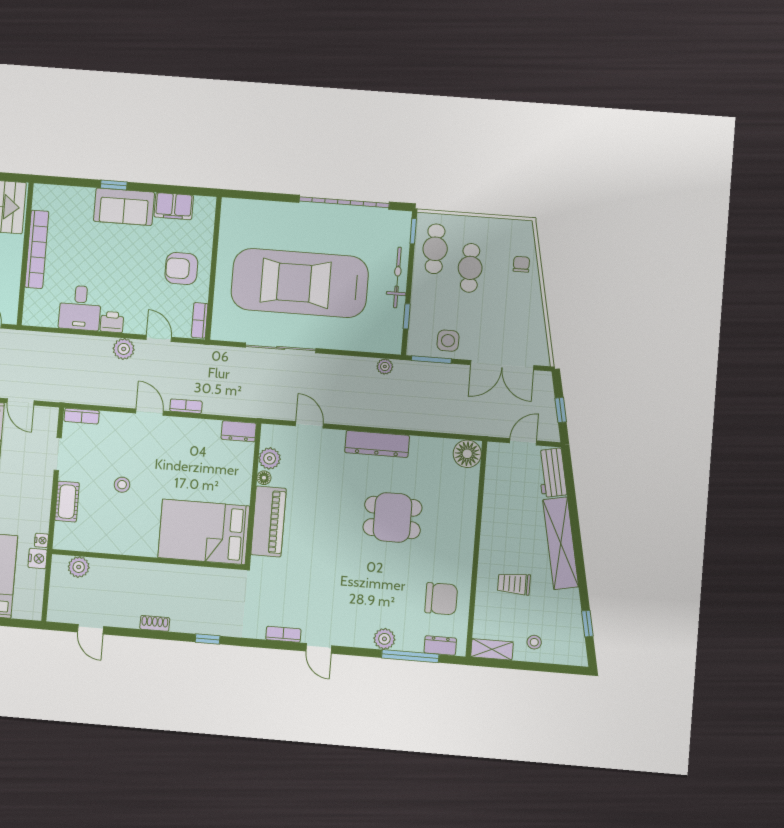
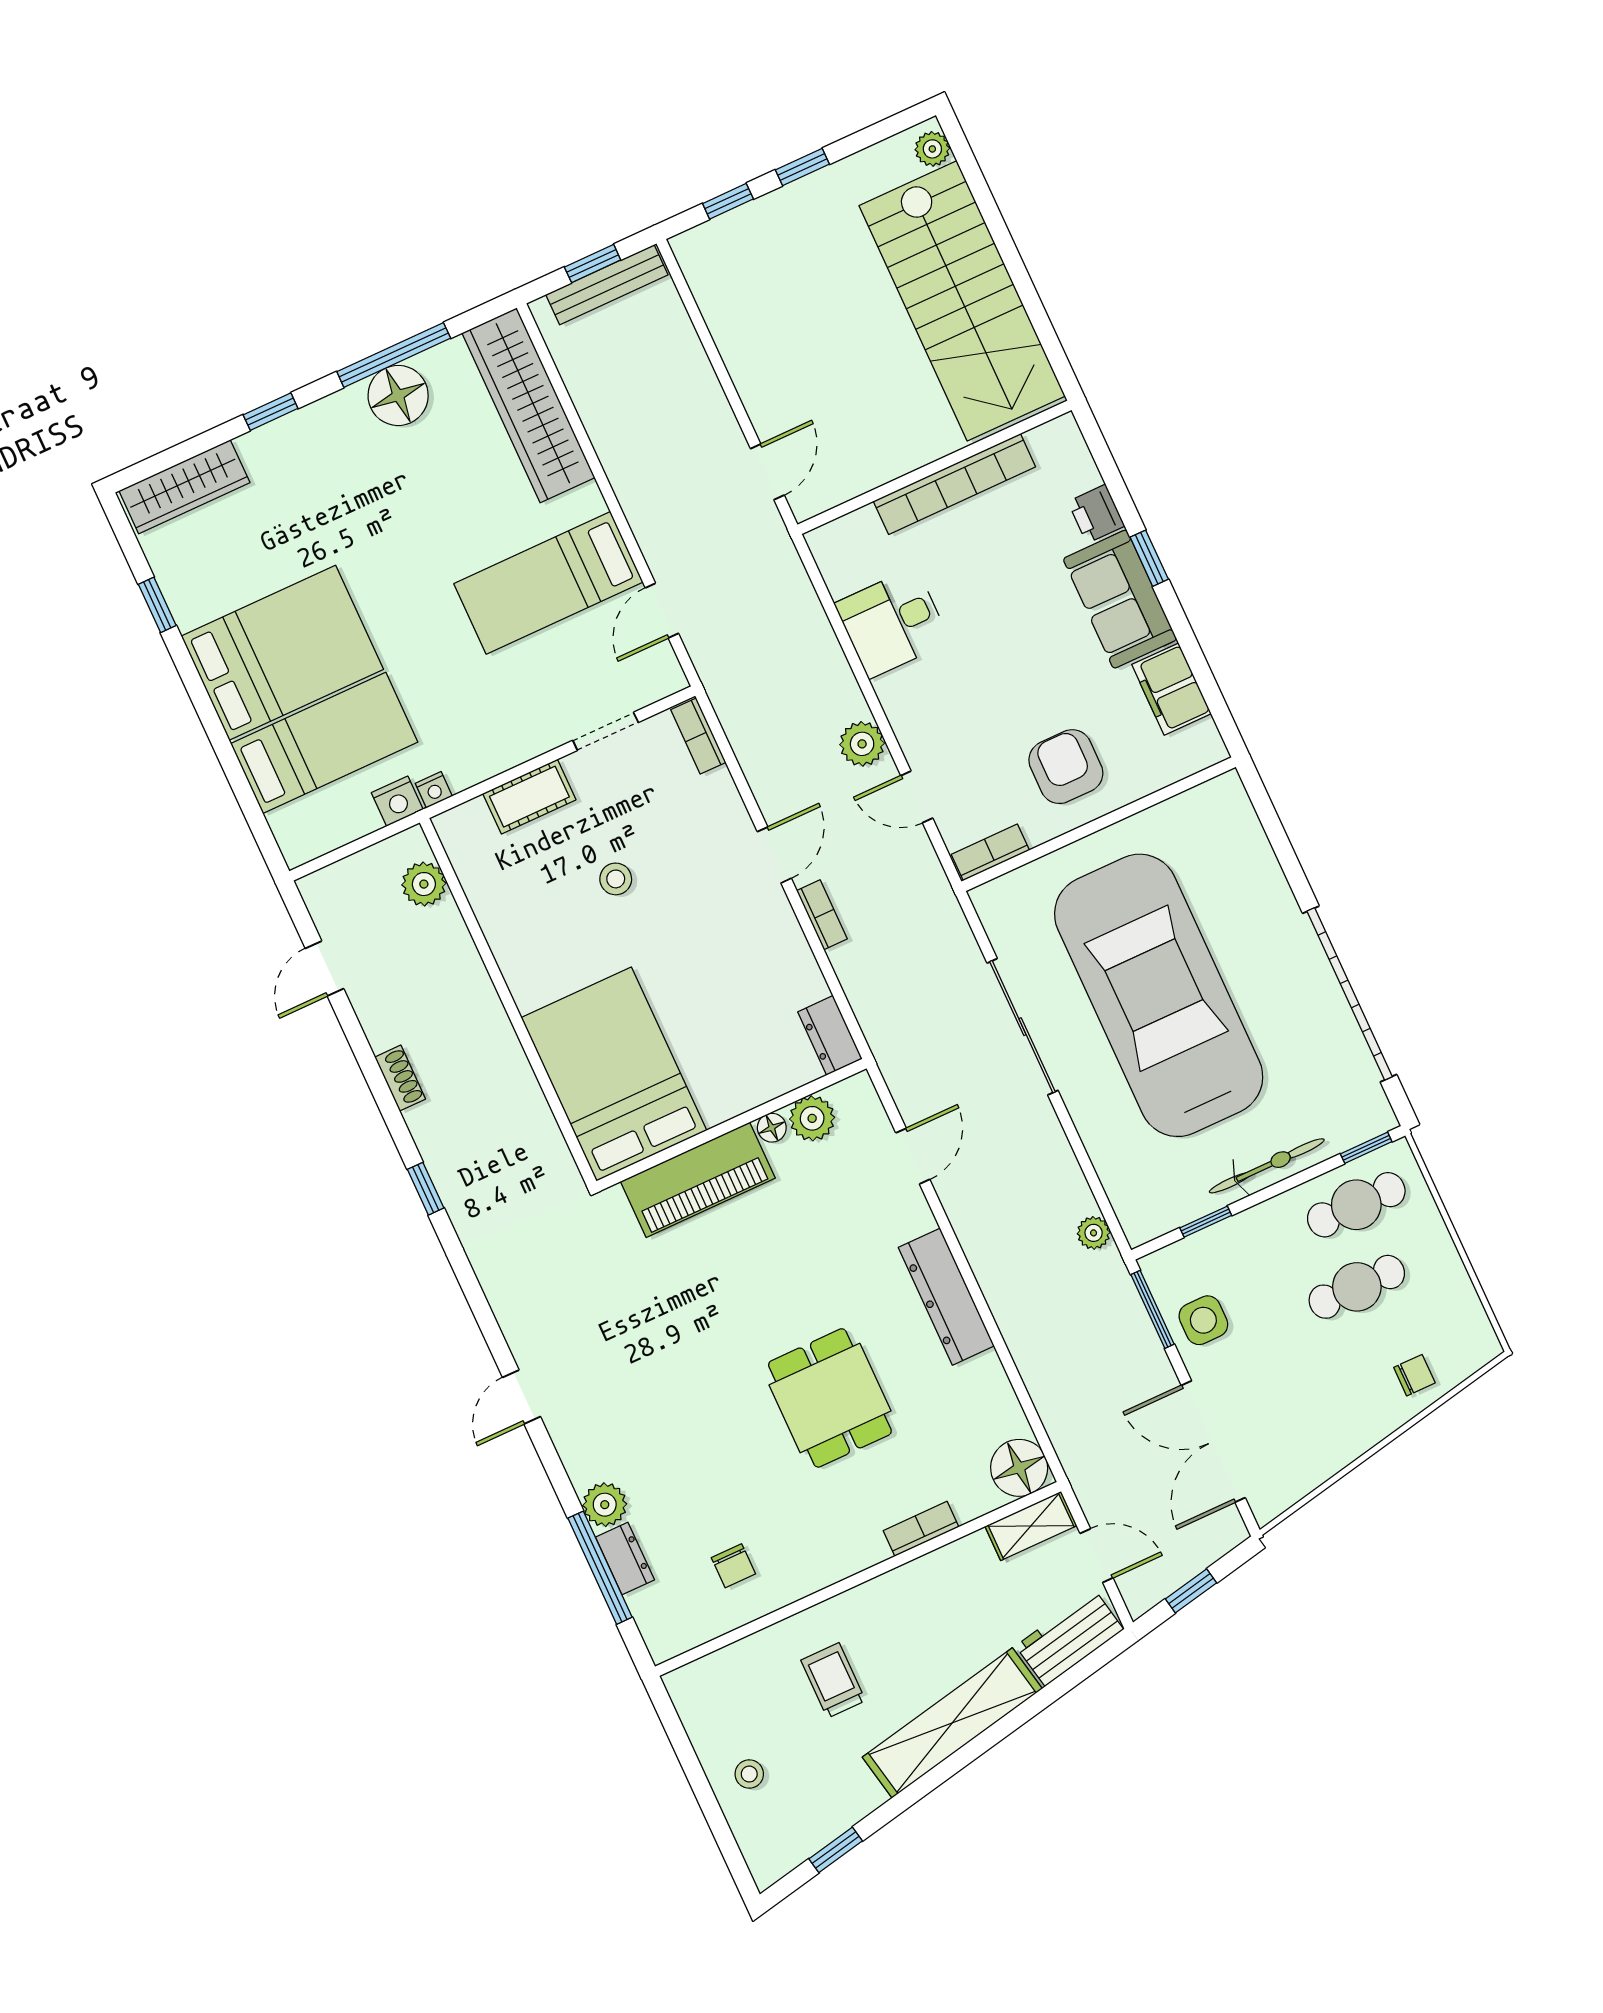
printer: (112, 322) -> (1096, 514), moved, turned 180
door: (159, 338) -> (917, 797), swing flipped
chair: (441, 599) -> (733, 1566), width x0.54, depth x0.54
bookcase: (283, 634) -> (921, 1529), moved, turned -90
dresser: (440, 646) -> (625, 1558), moved
shelving: (492, 649) -> (1031, 1526), moved, turned 90

